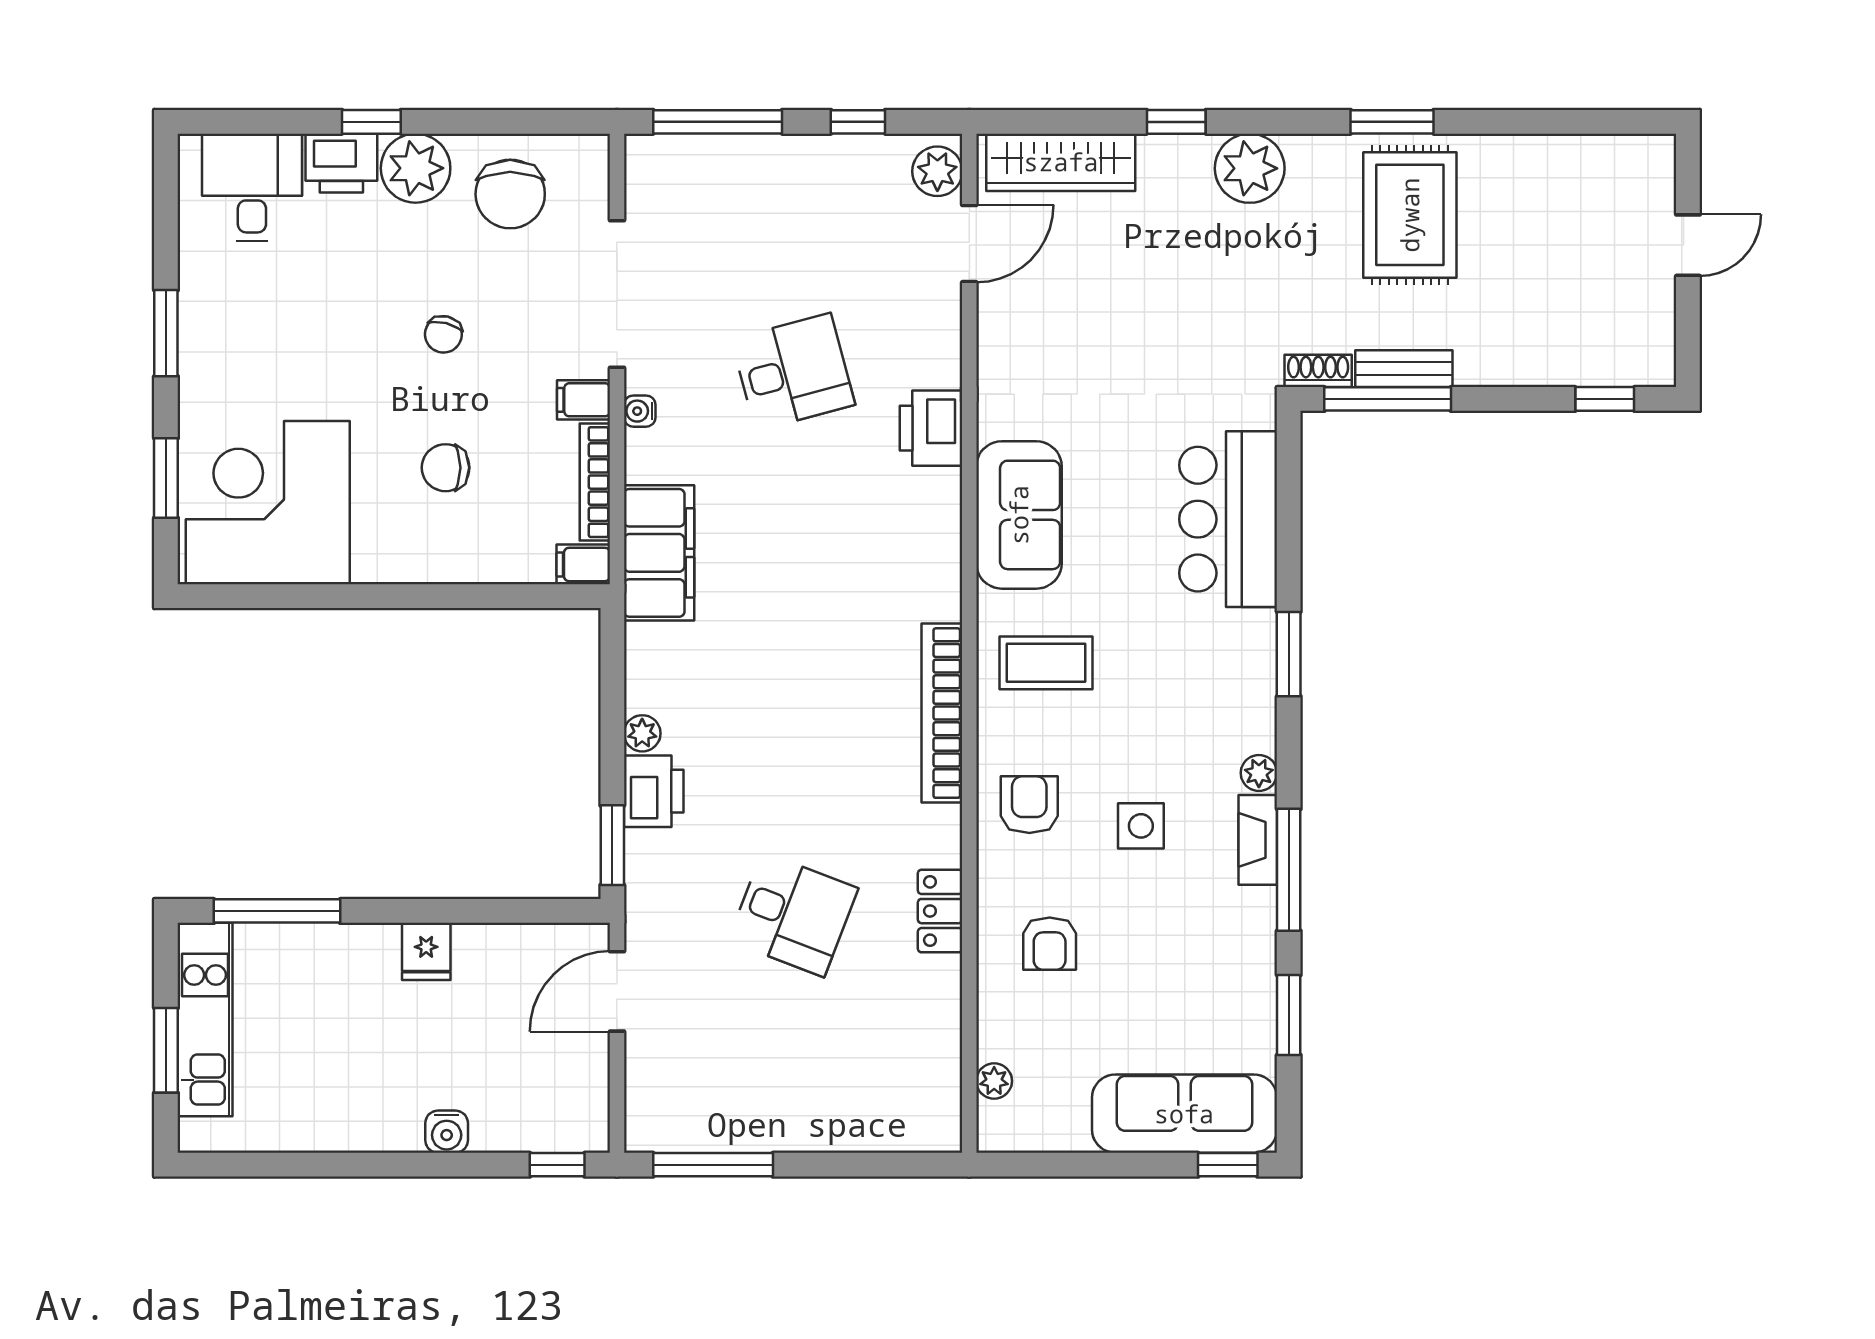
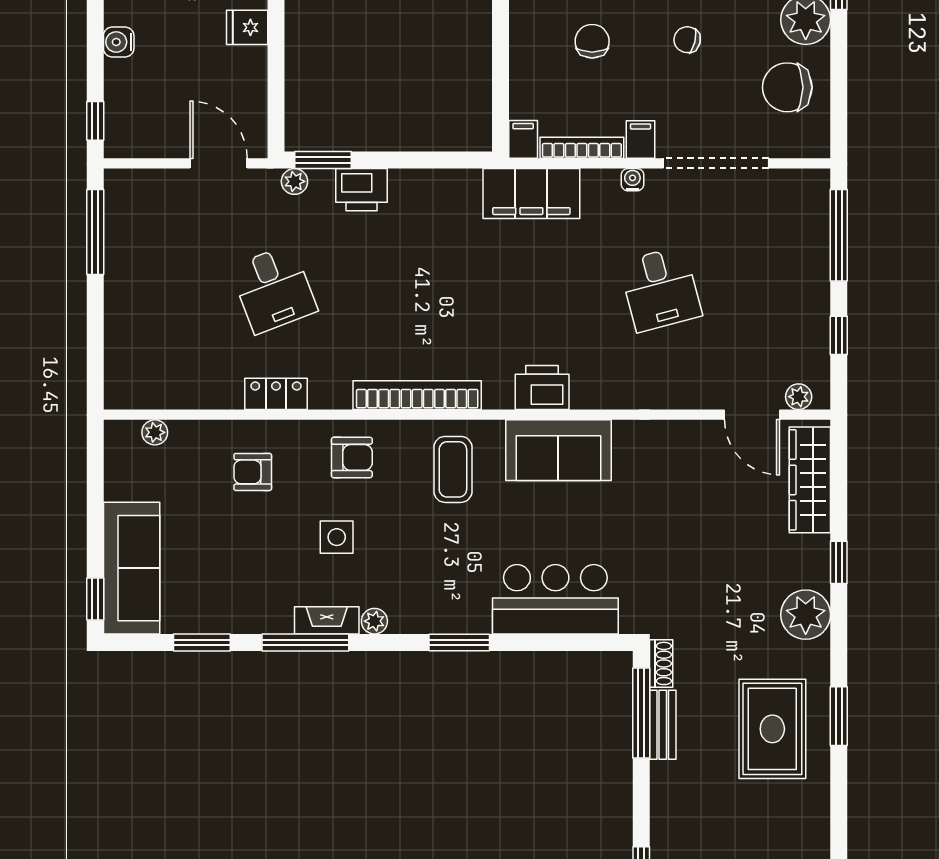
plant: (937, 171) -> (799, 397), width x0.73, depth x0.73
rug: (1410, 215) -> (772, 729), turned 90
printer: (931, 428) -> (542, 387), moved
plant: (642, 733) -> (294, 181), moved
desk: (793, 914) -> (274, 289), turned -42

